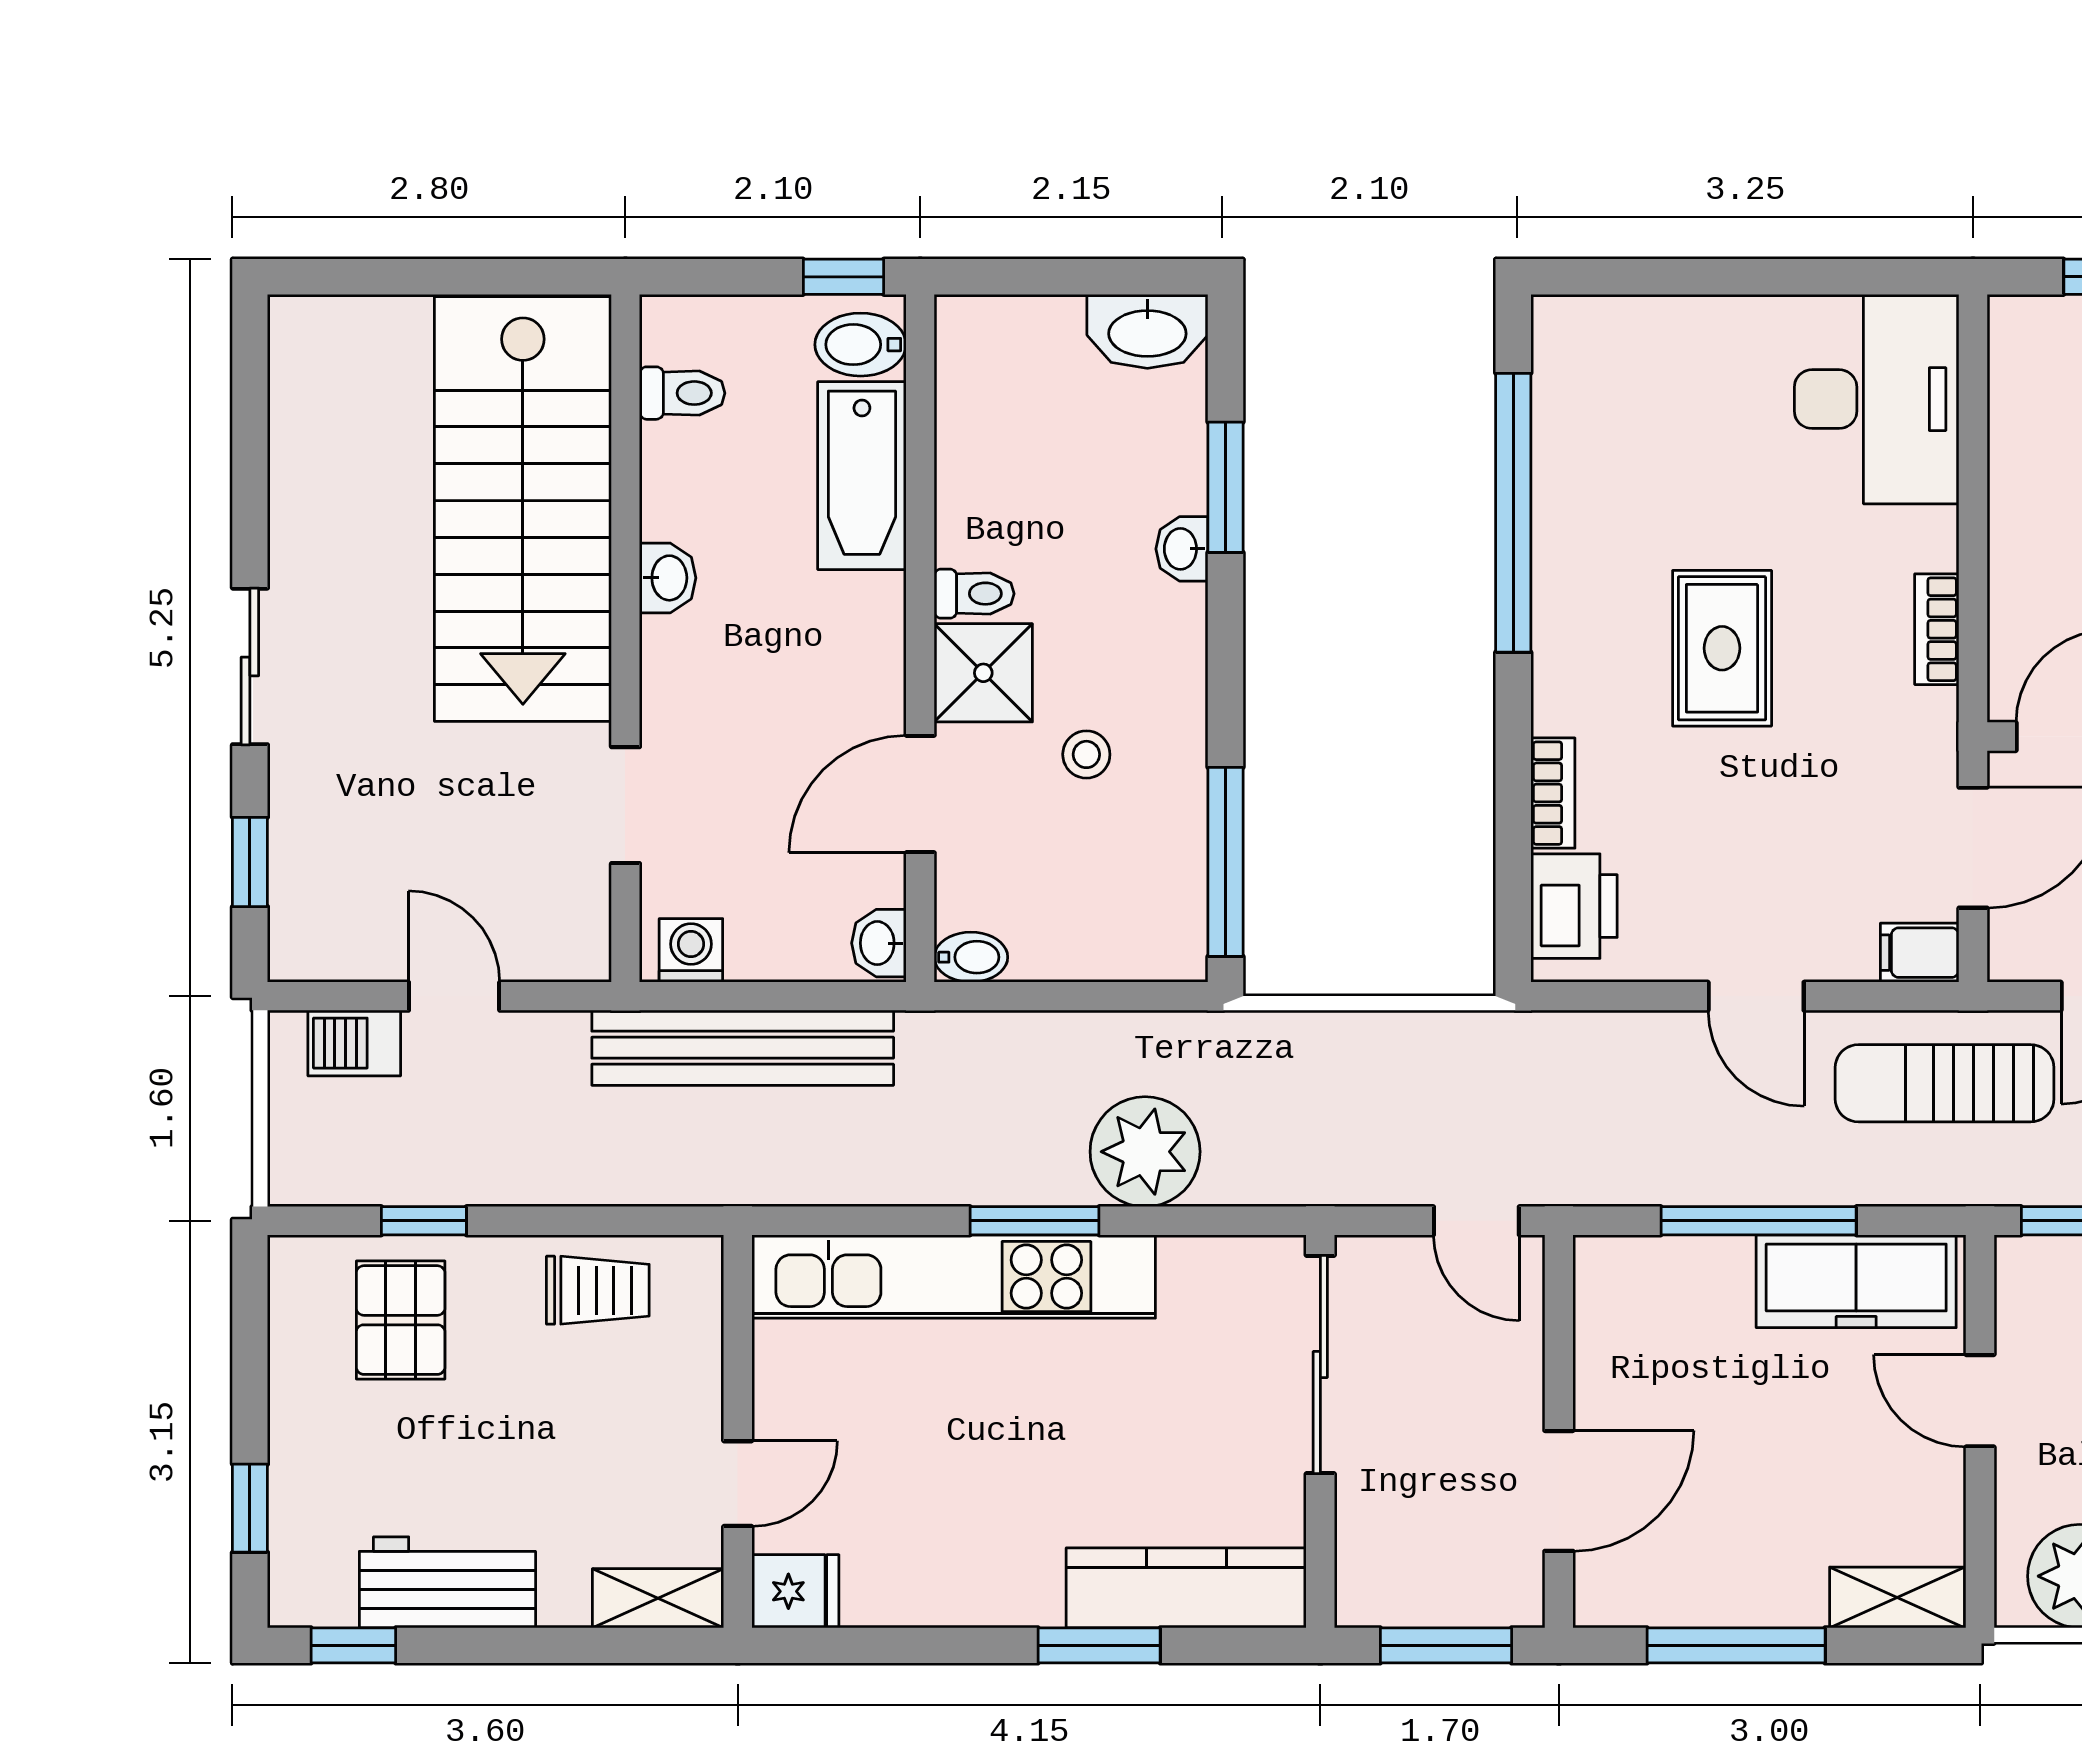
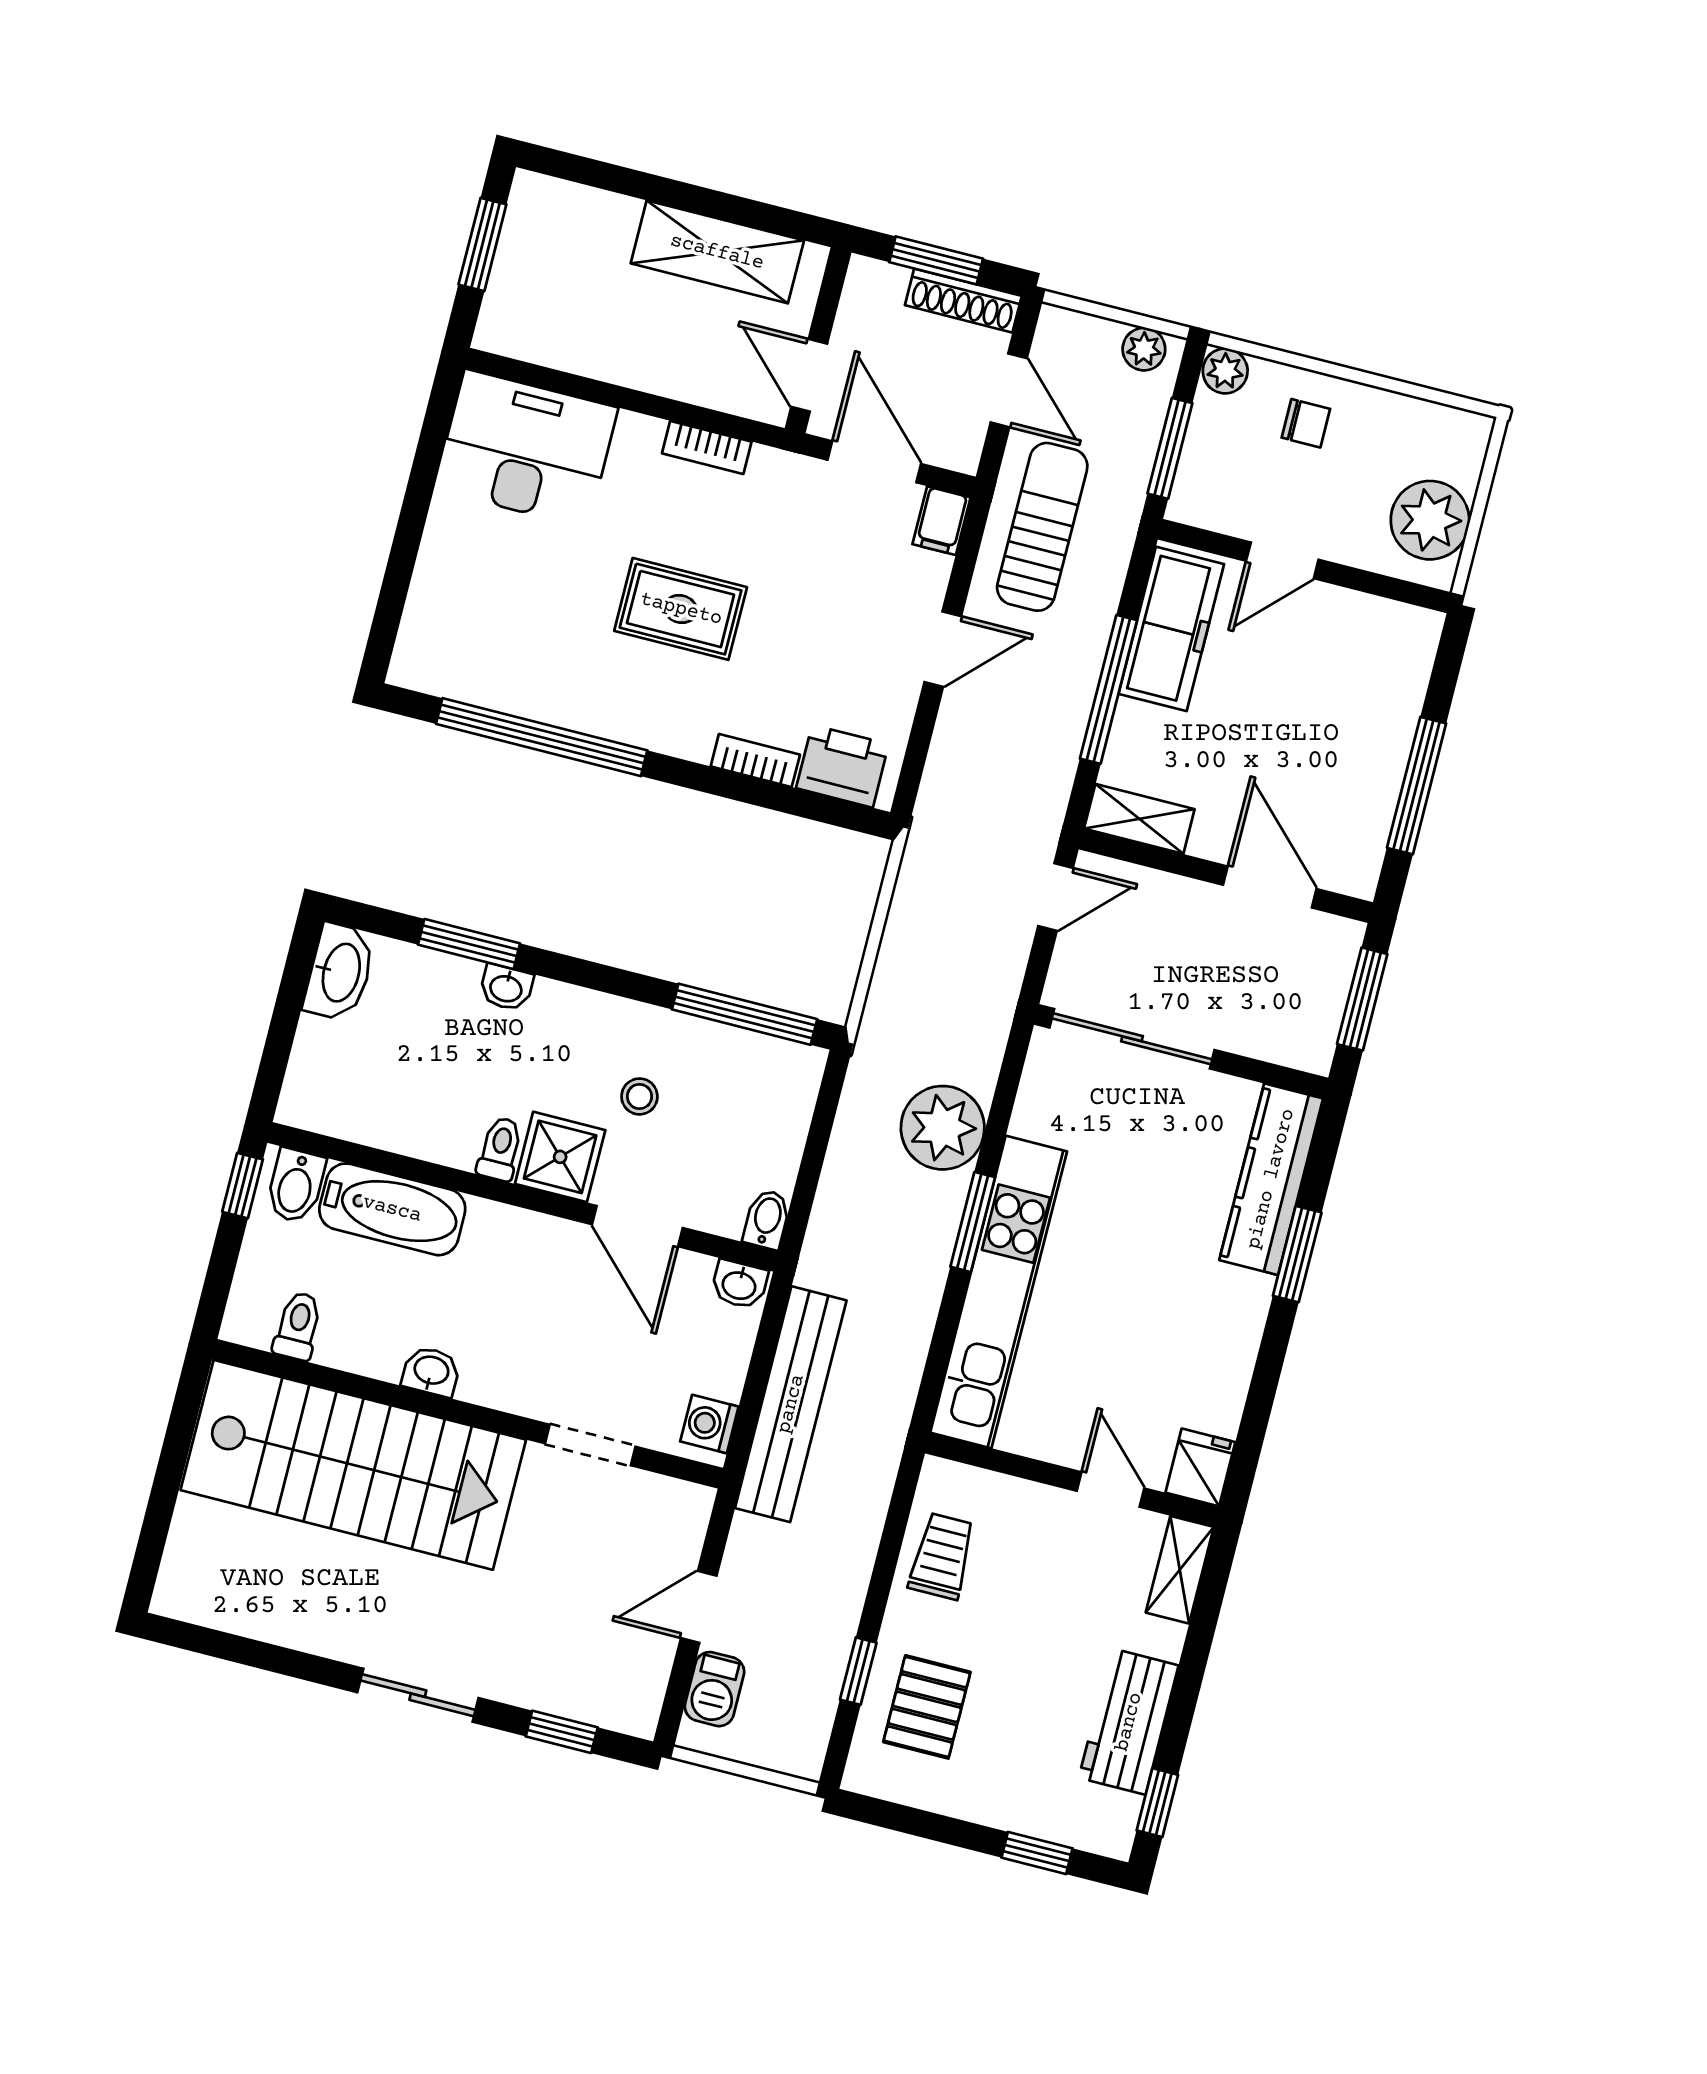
sun lounger: (1945, 1083) -> (1042, 527), turned 180
pallet: (401, 1320) -> (927, 1707), turned 90
shelving: (1897, 1597) -> (1139, 819), moved, turned 90

